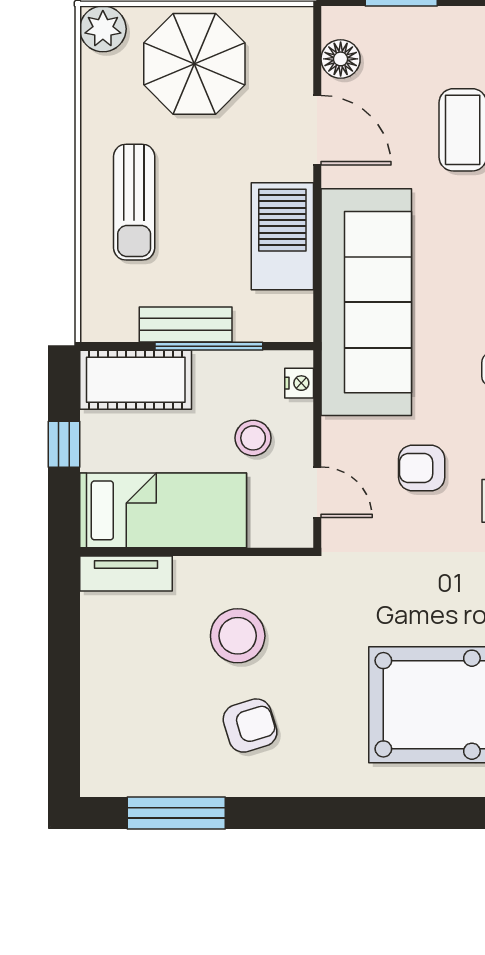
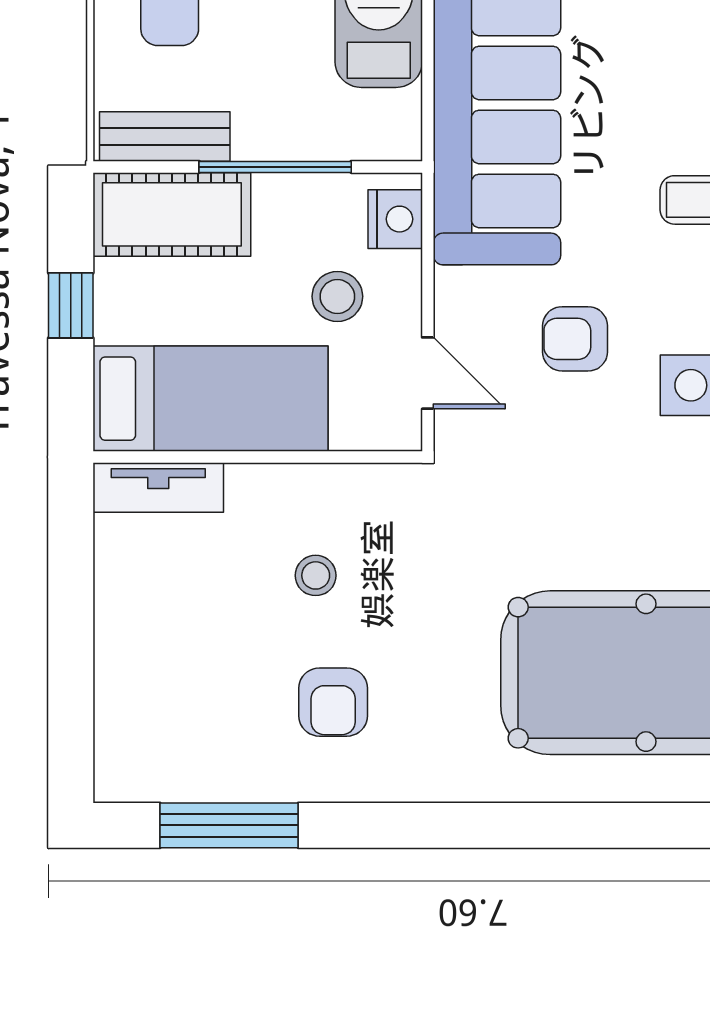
bench: (186, 324) -> (165, 136), moved
nightstand: (299, 383) -> (395, 219), width x1.39, depth x1.35
stool: (238, 636) -> (316, 575), width x0.53, depth x0.53
armchair: (250, 726) -> (333, 702), turned 107

